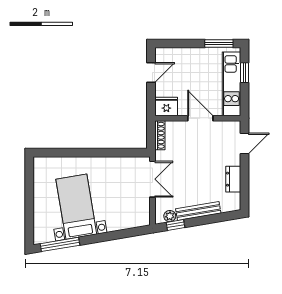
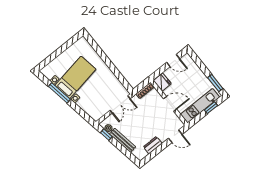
door: (200, 118) -> (170, 104), hinge flipped
window: (60, 244) -> (59, 93), moved

